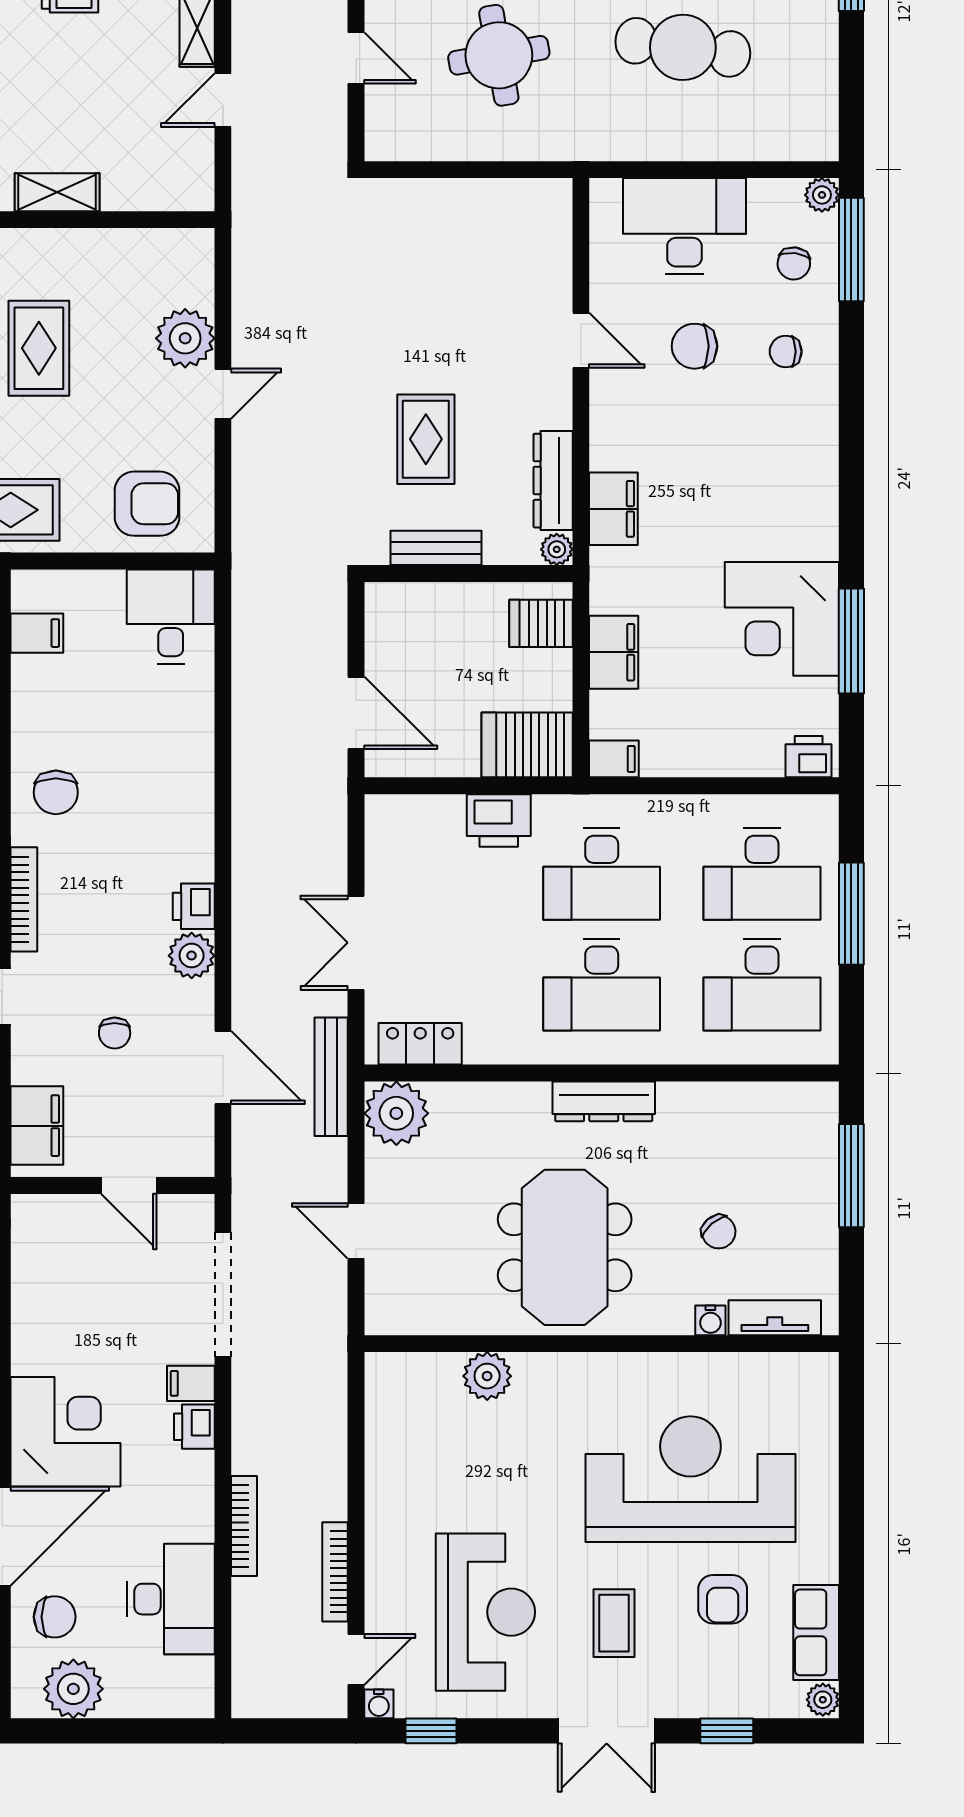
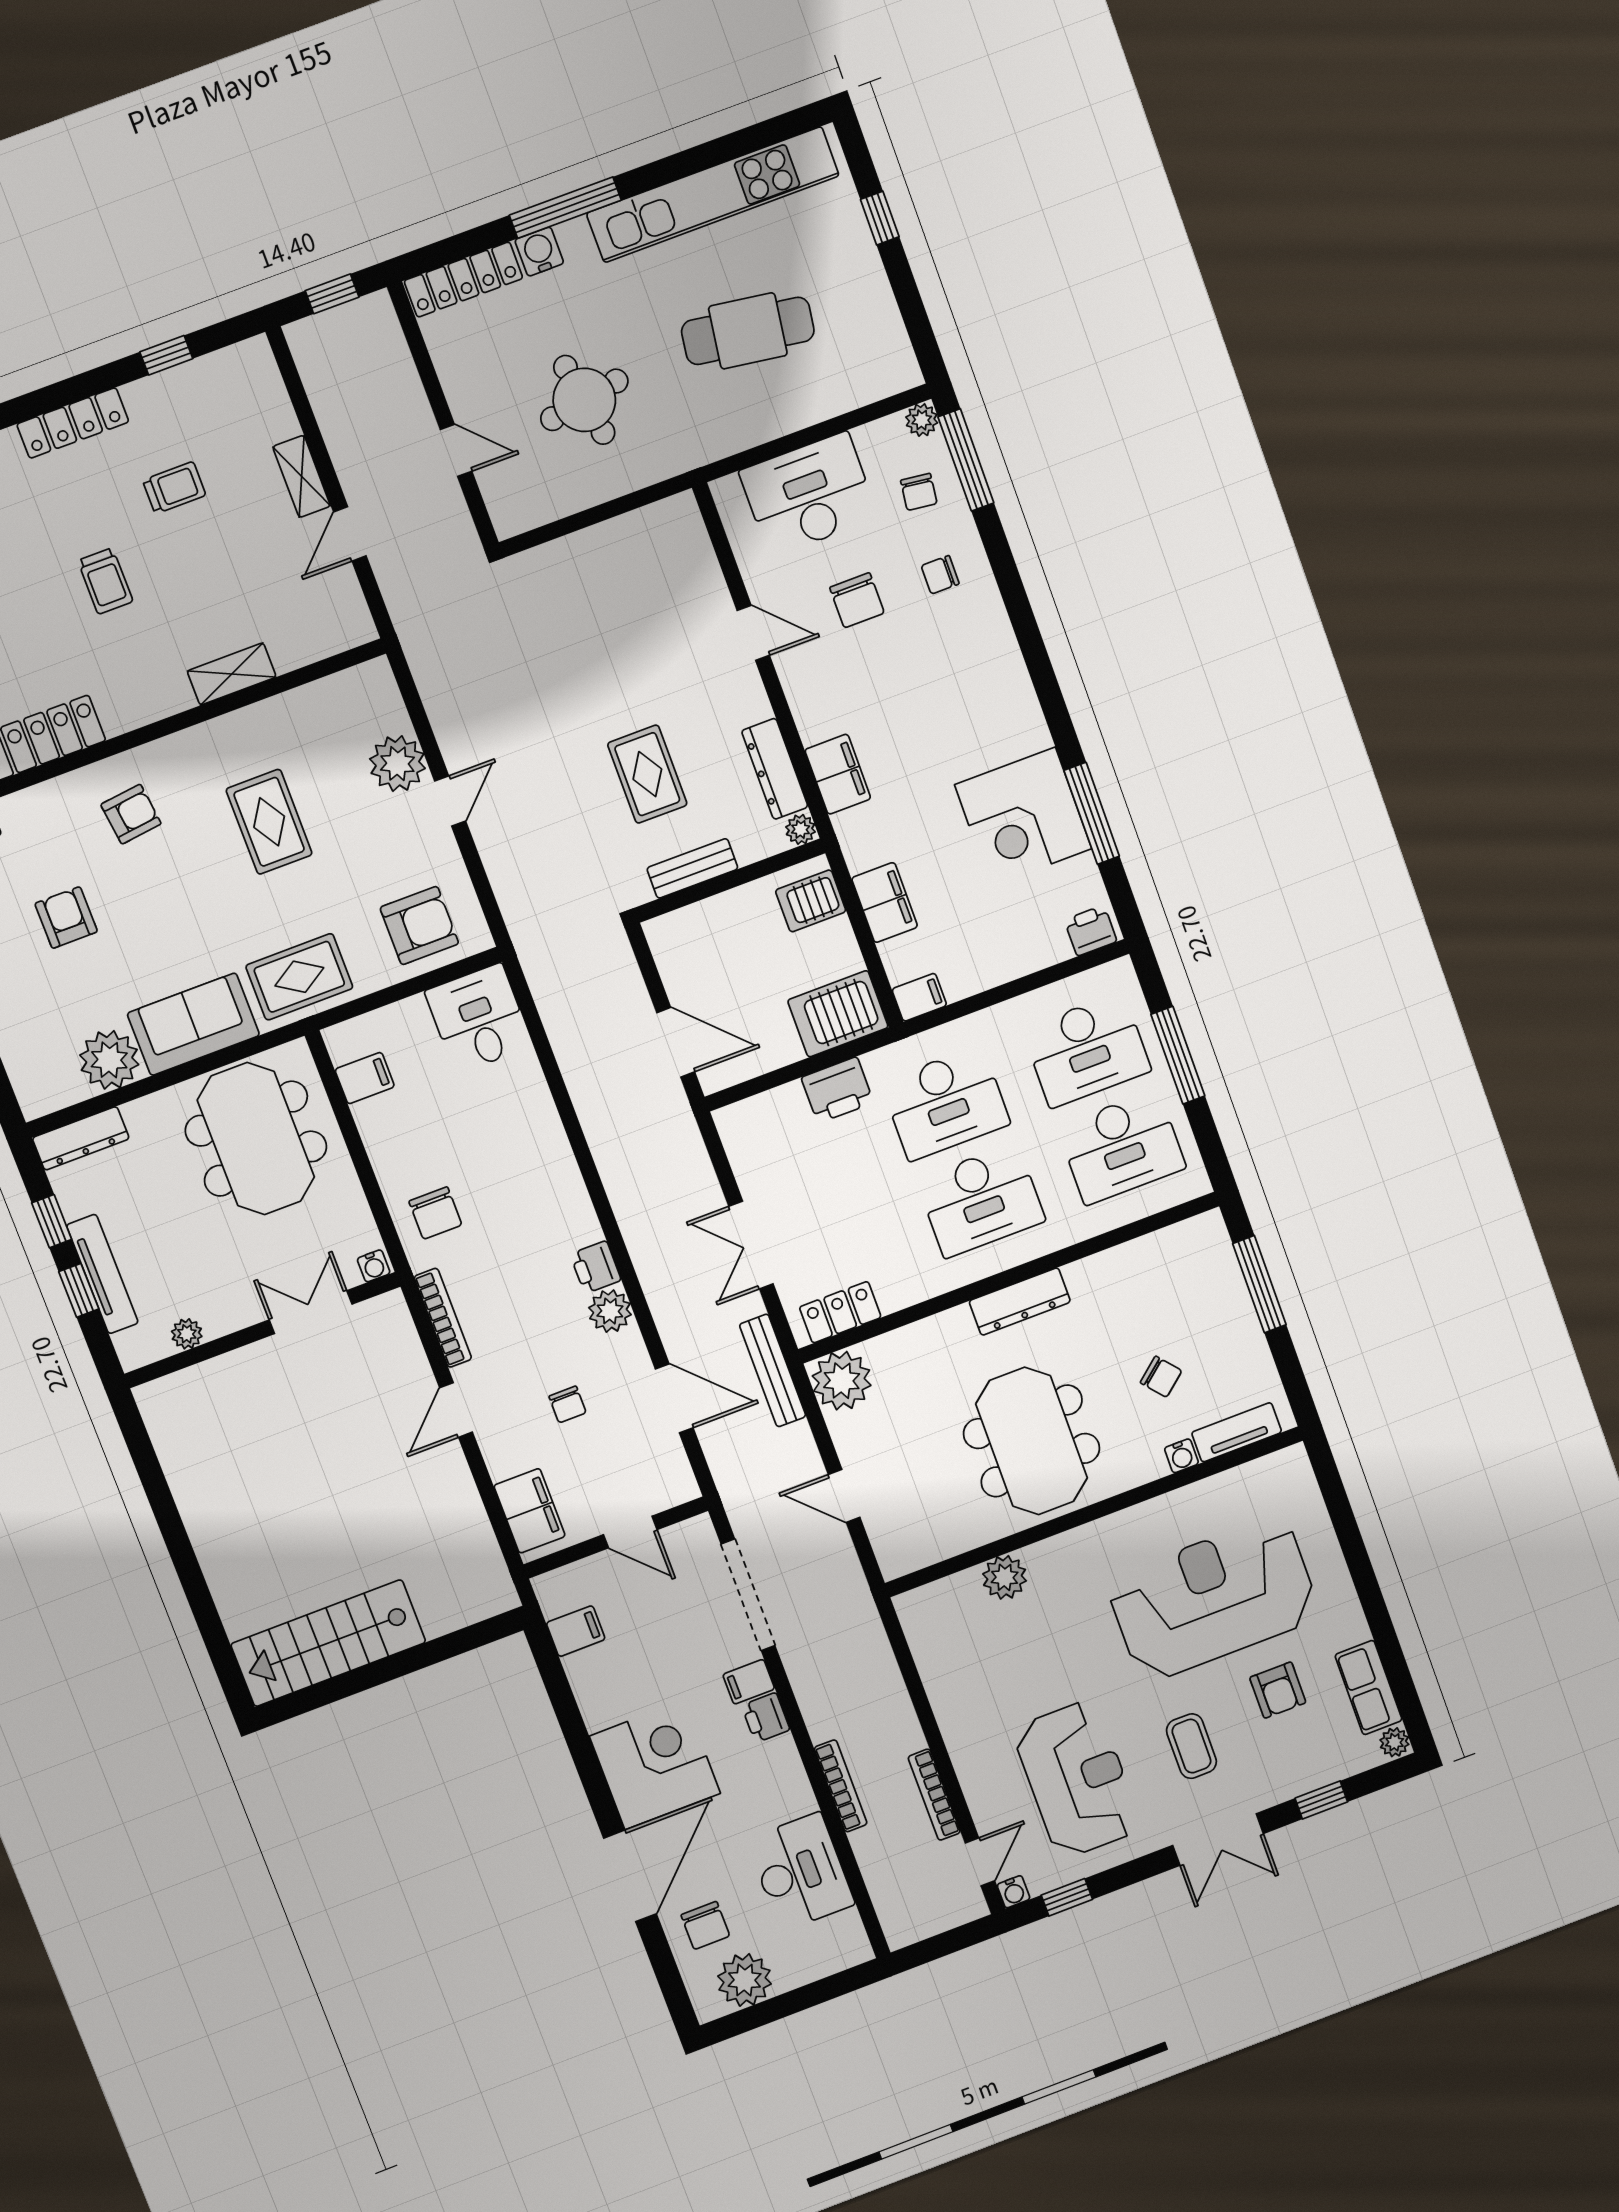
chair: (694, 346) -> (857, 600), turned -90
filing cabinet: (37, 1265) -> (576, 1631), added
chair: (55, 1617) -> (705, 1925), turned 90

